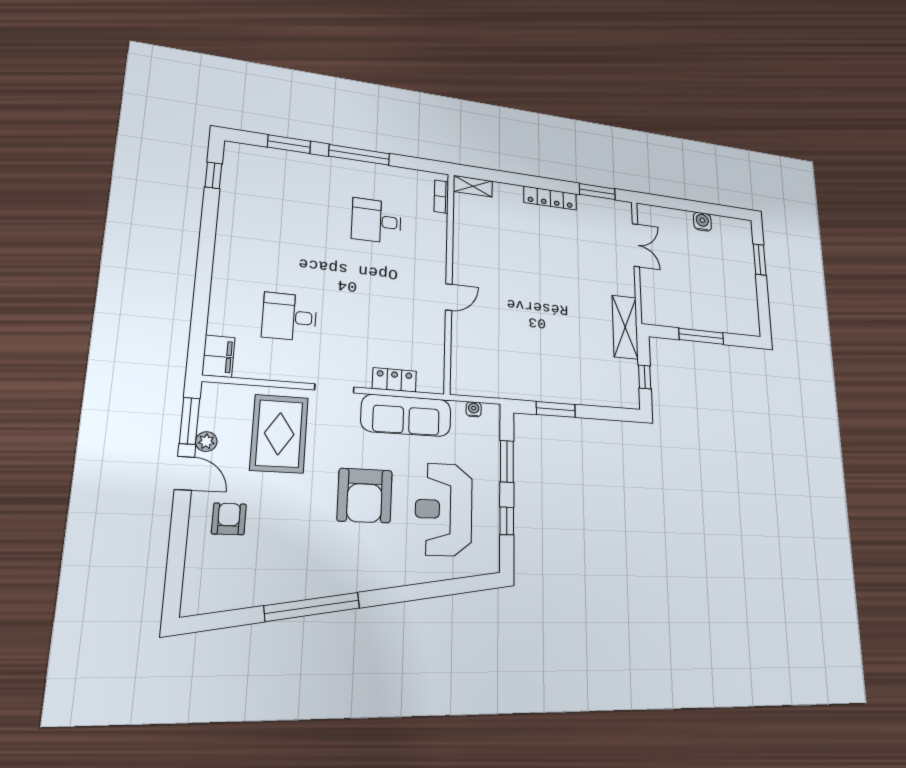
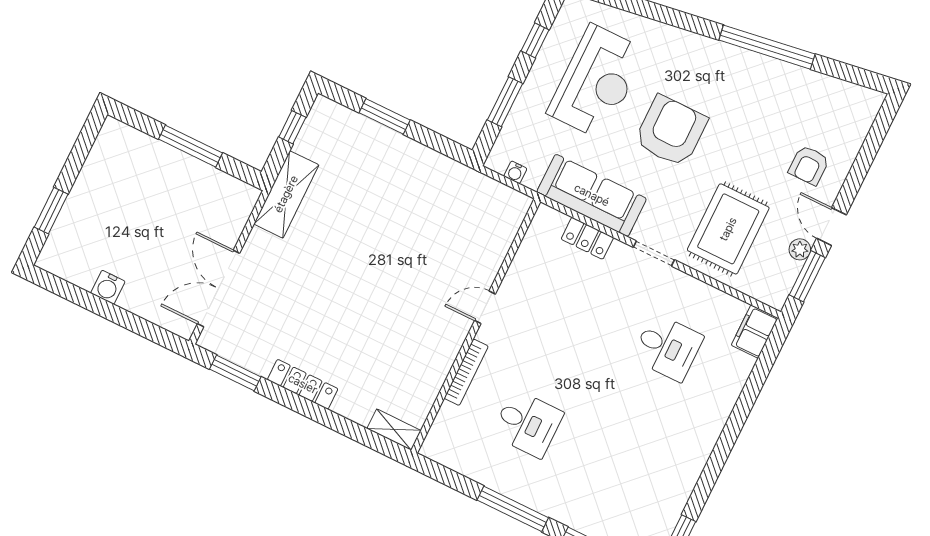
bookcase: (441, 197) -> (466, 372), moved, width x1.56
double door: (636, 245) -> (219, 288), width x1.37
window: (556, 409) -> (385, 116), moved

